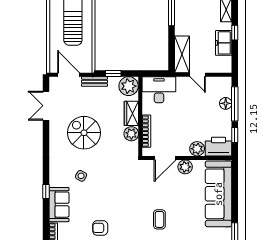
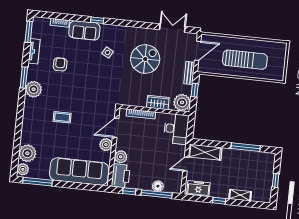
freezer: (224, 43) -> (198, 189), moved
plant: (131, 134) -> (140, 100), removed
door: (165, 158) -> (116, 128), hinge flipped

